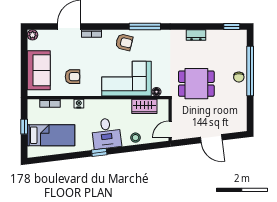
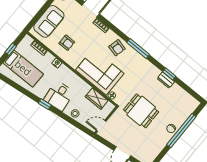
window: (232, 26) -> (169, 74), moved

